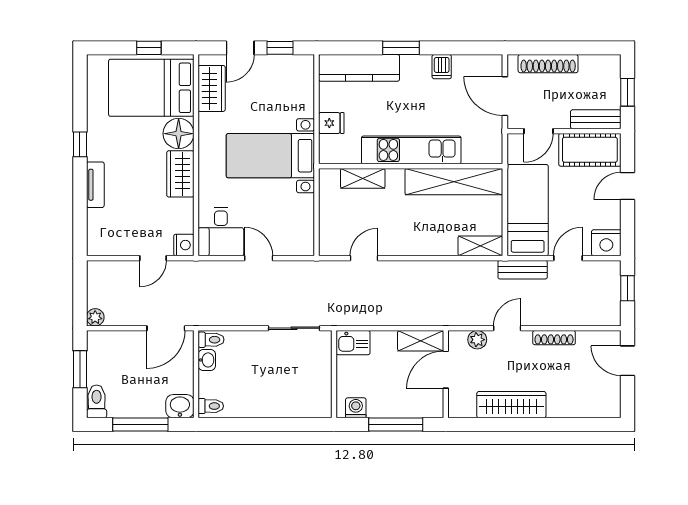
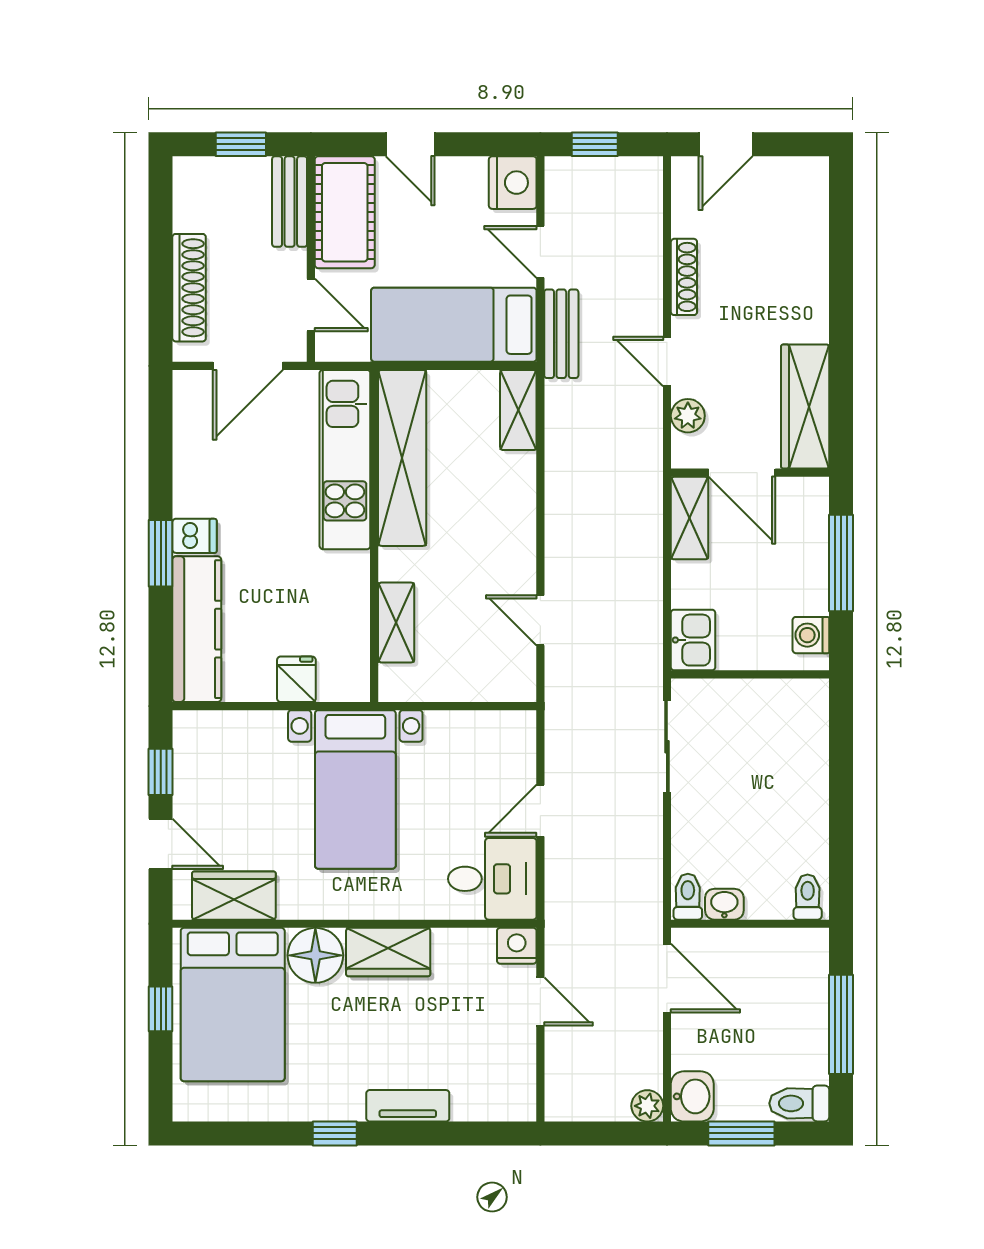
dishwasher: (442, 67) -> (195, 536), moved
kitchen unit: (411, 150) -> (345, 460), moved
wardrobe: (511, 405) -> (805, 406), moved
washbasin: (180, 406) -> (692, 1096), moved, turned 180

